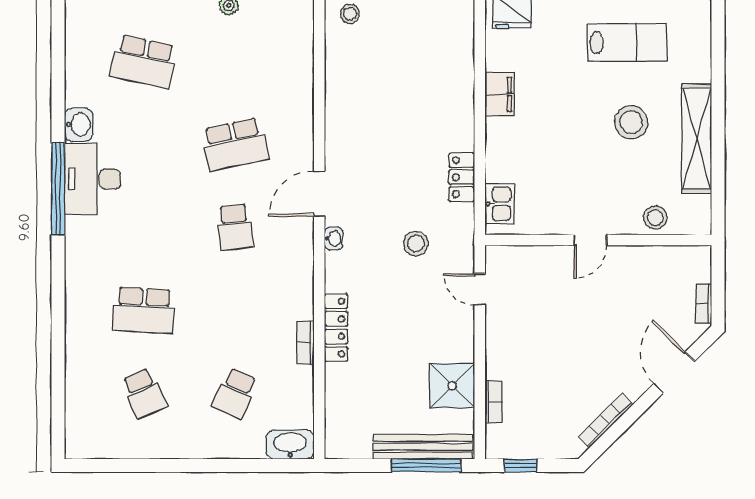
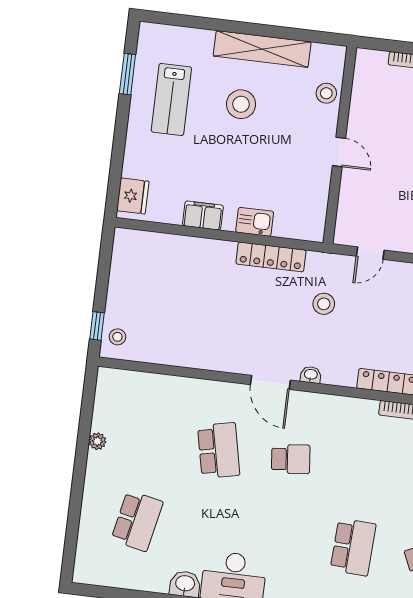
lab bench: (627, 42) -> (171, 99), turned 180
locker: (462, 177) -> (271, 257), width x1.53
kitchen sink: (499, 204) -> (255, 222), moved

